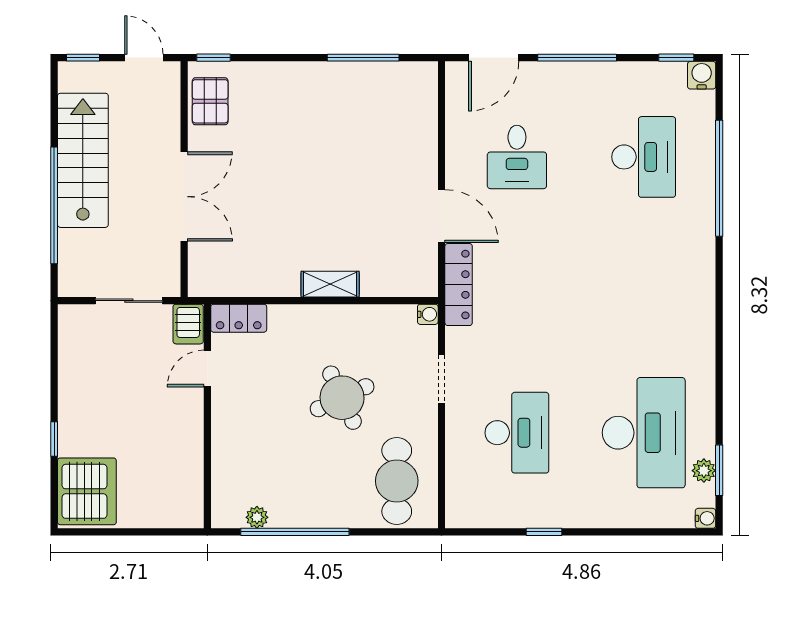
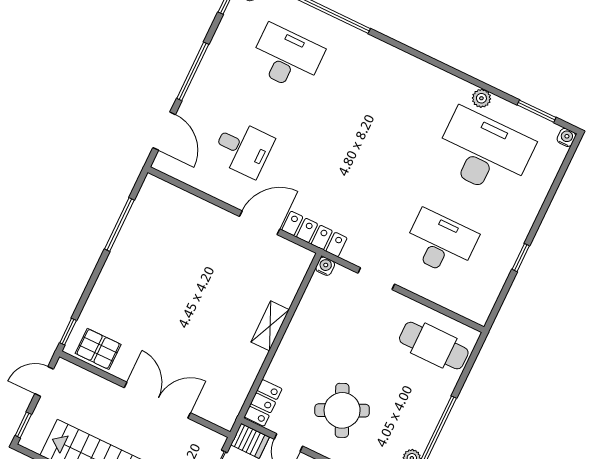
round table: (342, 398) -> (342, 410), moved
plant: (704, 471) -> (481, 98), moved

